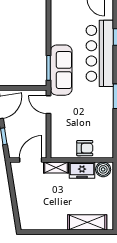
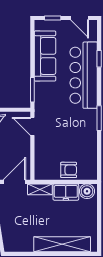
sofa: (61, 70) -> (45, 56), moved
shelving: (87, 222) -> (62, 244), width x1.47

